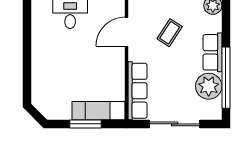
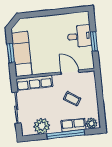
row of seats: (213, 52) -> (73, 125), moved
window: (226, 78) -> (66, 134), moved
exam couch: (99, 111) -> (22, 54), width x1.36, depth x1.45

